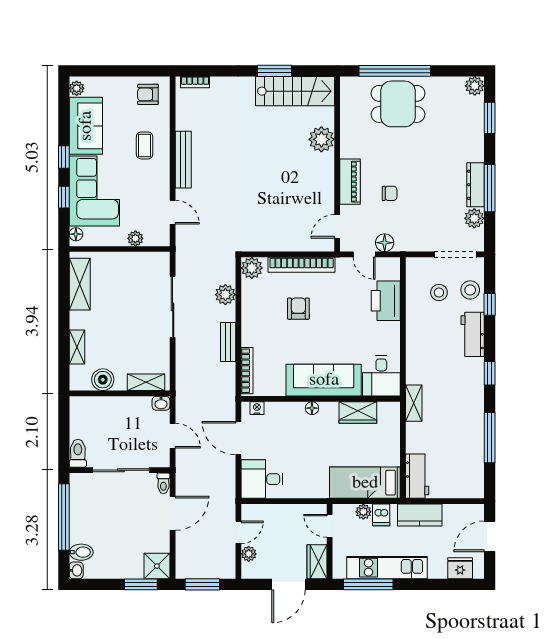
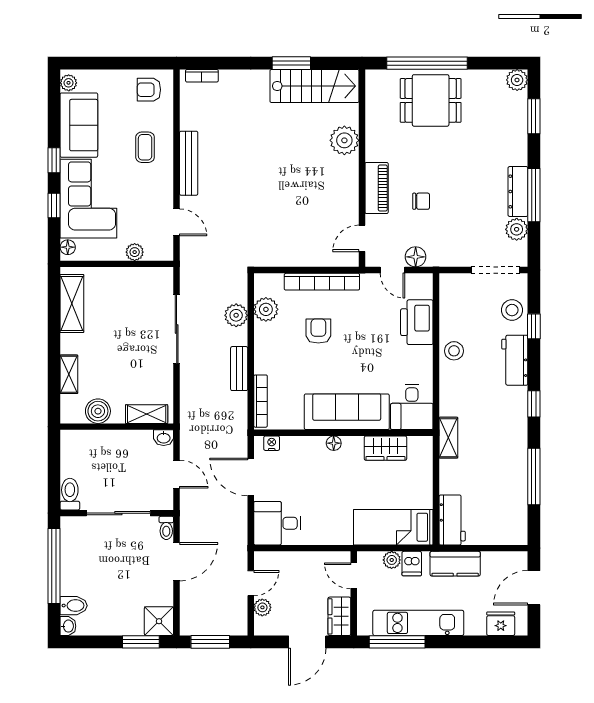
plant: (252, 268) -> (266, 309), moved
stool: (439, 293) -> (454, 351), moved

